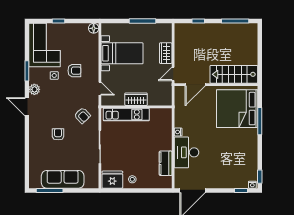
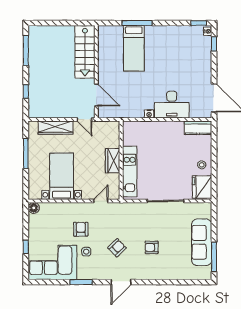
wardrobe: (166, 53) -> (56, 128), width x1.50
plant: (34, 89) -> (102, 274), removed
bed: (237, 109) -> (134, 48), width x0.49
armchair: (82, 115) -> (117, 248), moved
kitchen counter: (166, 163) -> (198, 128), moved

